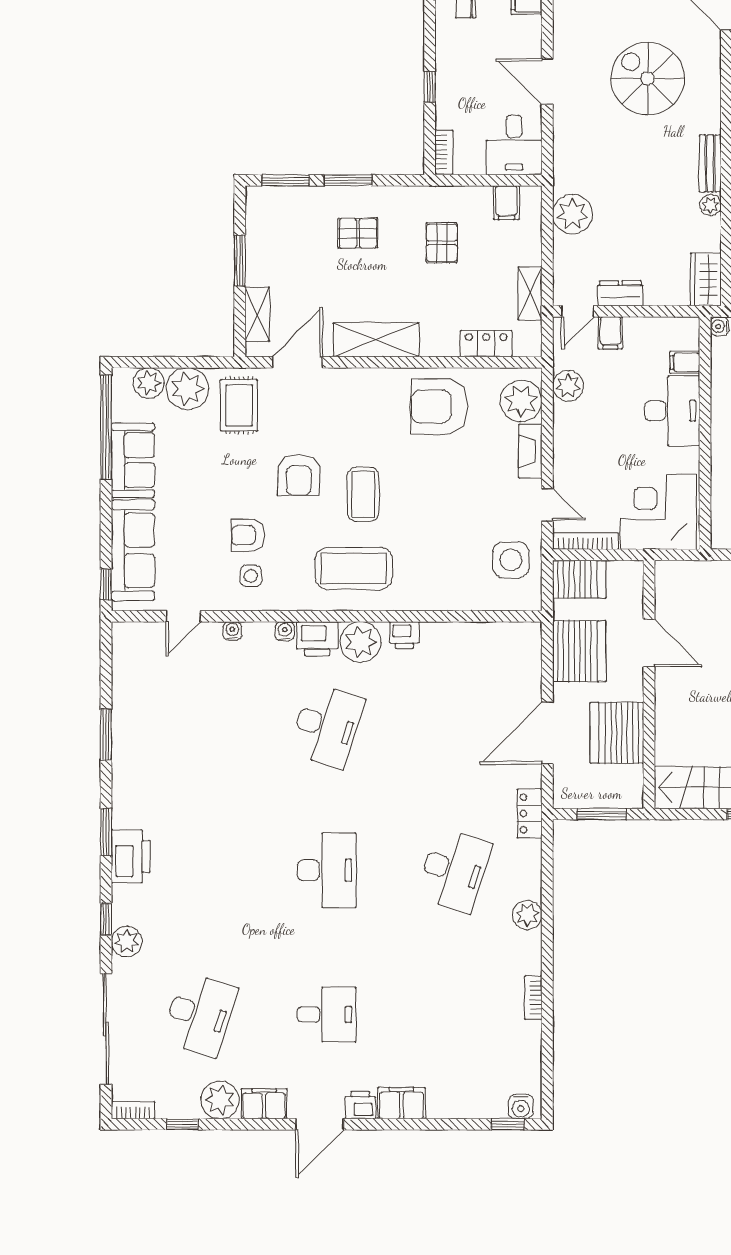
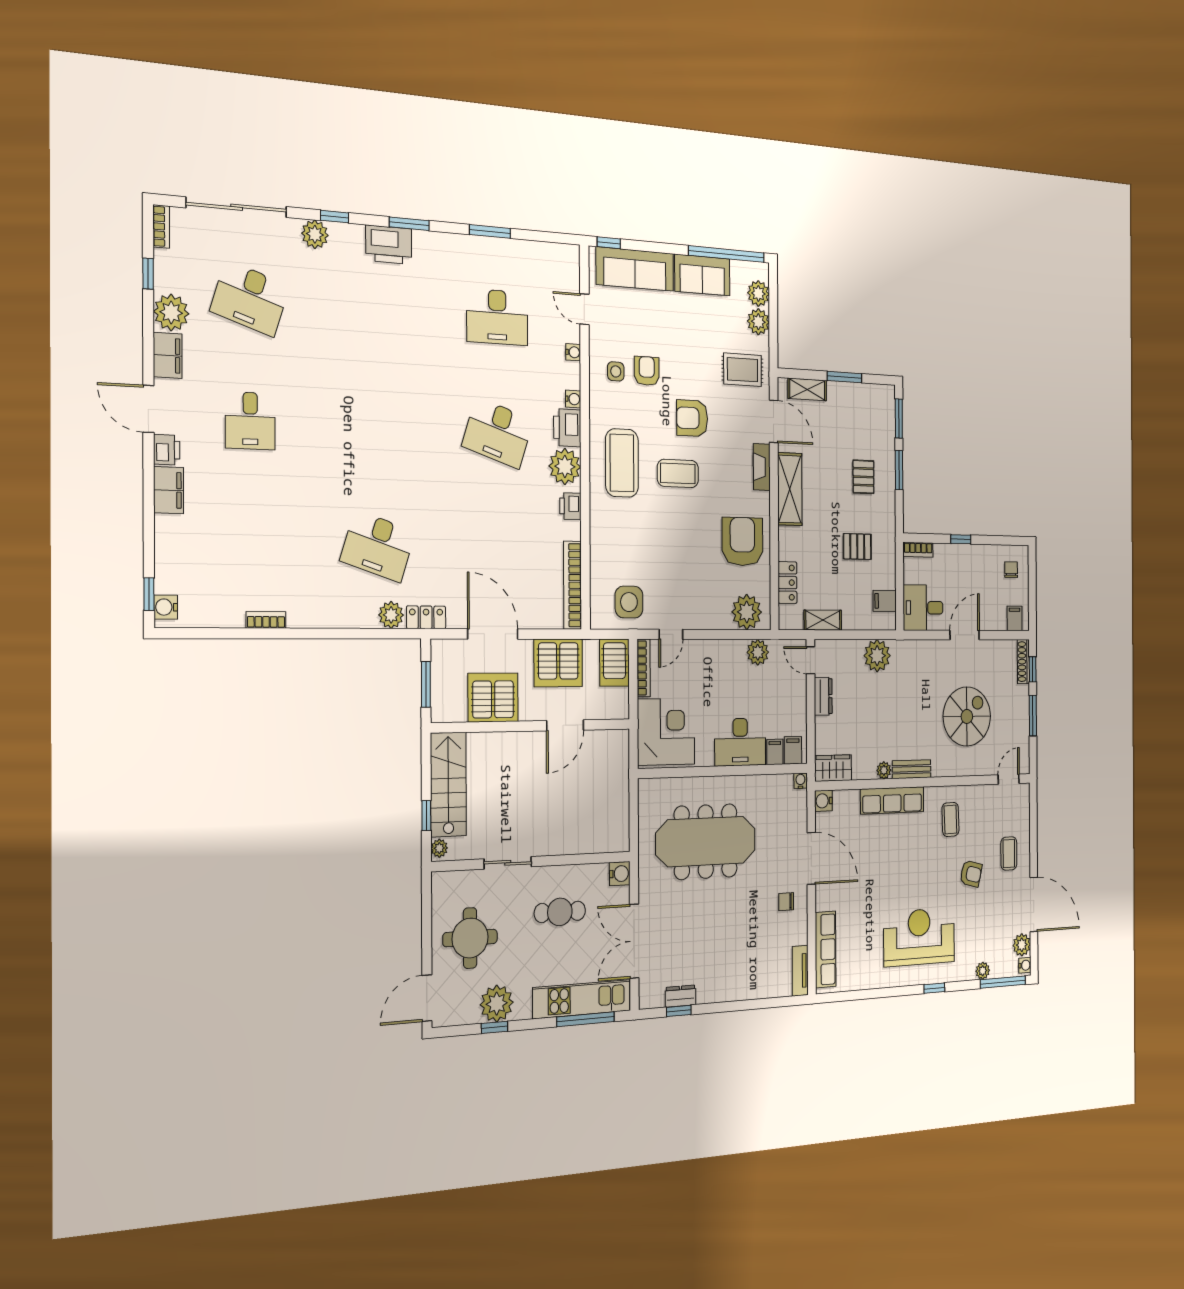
filing cabinet: (610, 333) -> (793, 750), moved, turned 90
plant: (187, 389) -> (758, 322), width x0.73, depth x0.73
fireplace: (530, 451) -> (762, 467), moved, turned -90
bookcase: (493, 633) -> (573, 585), added
desk: (327, 870) -> (497, 317), moved
plant: (527, 915) -> (391, 615), moved

